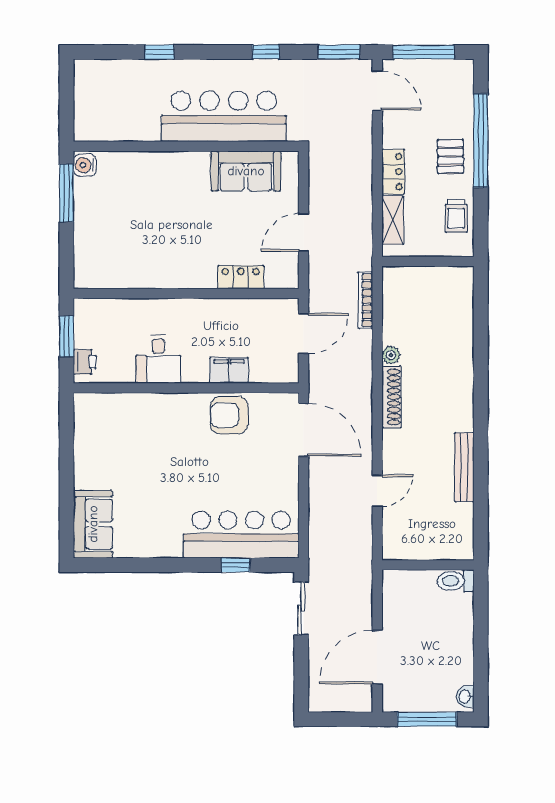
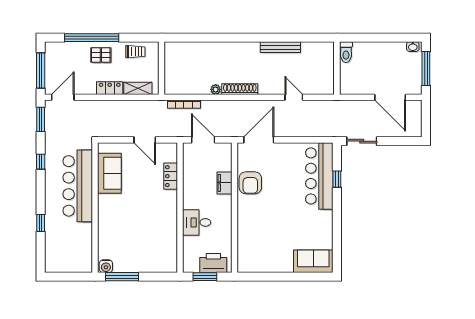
desk: (158, 359) -> (197, 222), moved, turned 180
printer: (85, 362) -> (213, 263), width x1.87, depth x1.48

